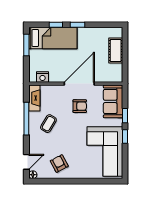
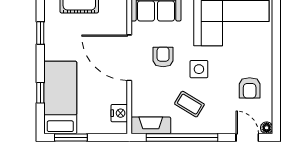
window: (78, 25) -> (40, 33), moved
window: (26, 119) -> (182, 137), width x1.46
side table: (72, 130) -> (199, 69), added
armchair: (59, 163) -> (250, 88), turned -62

